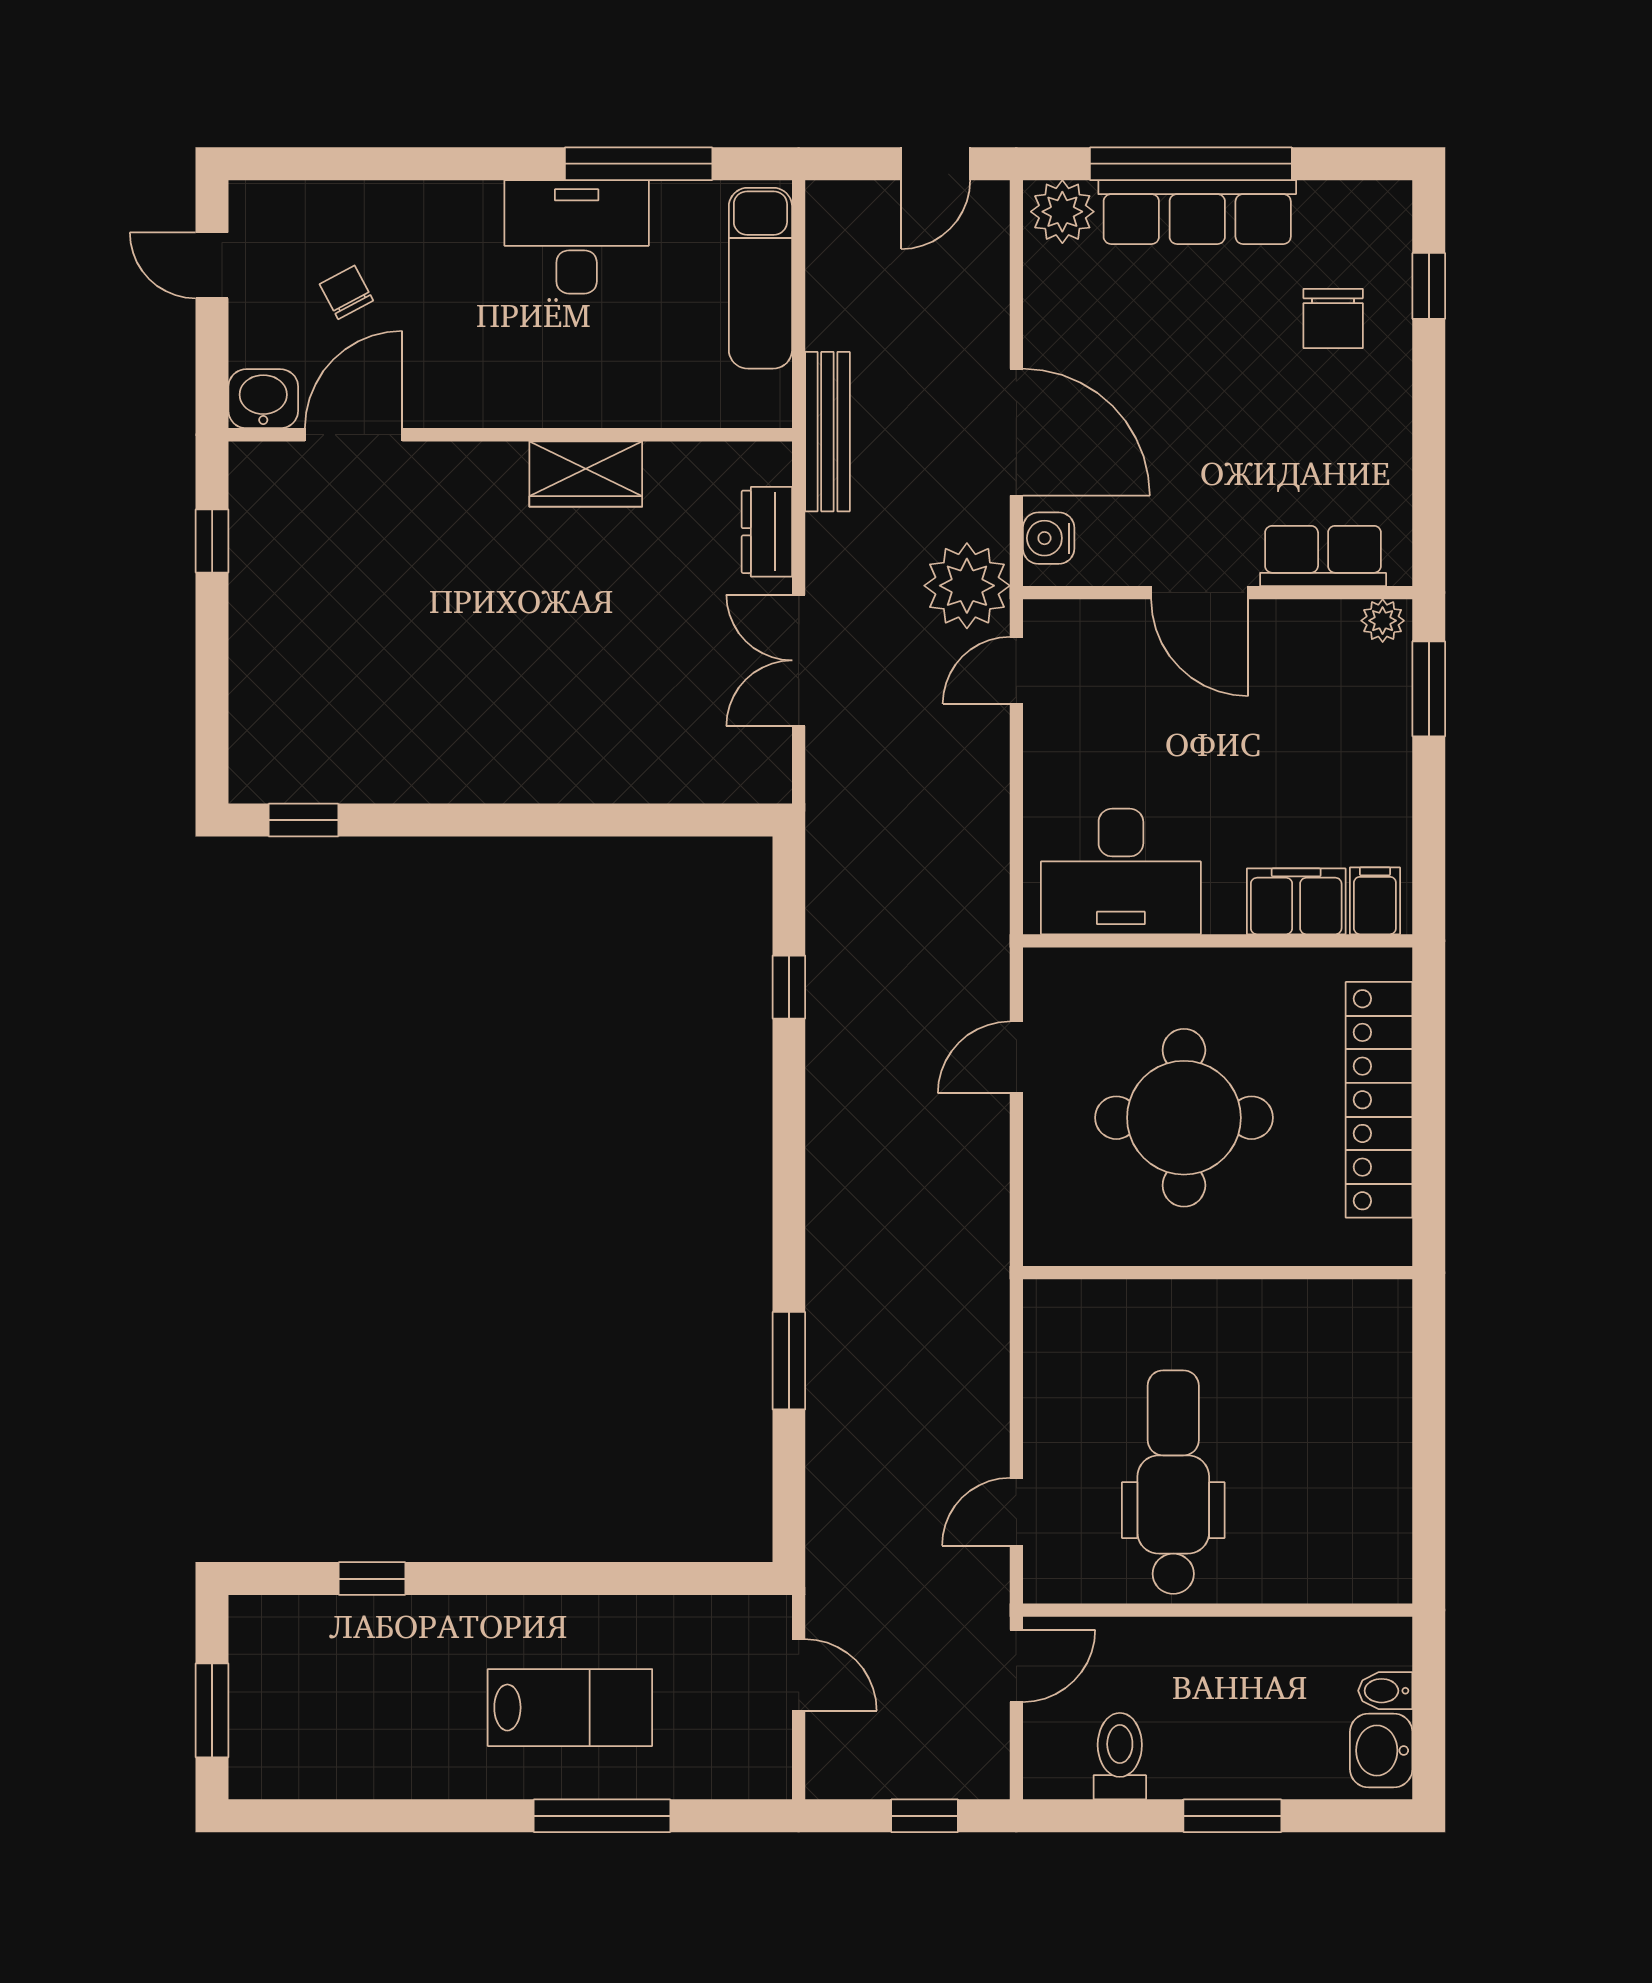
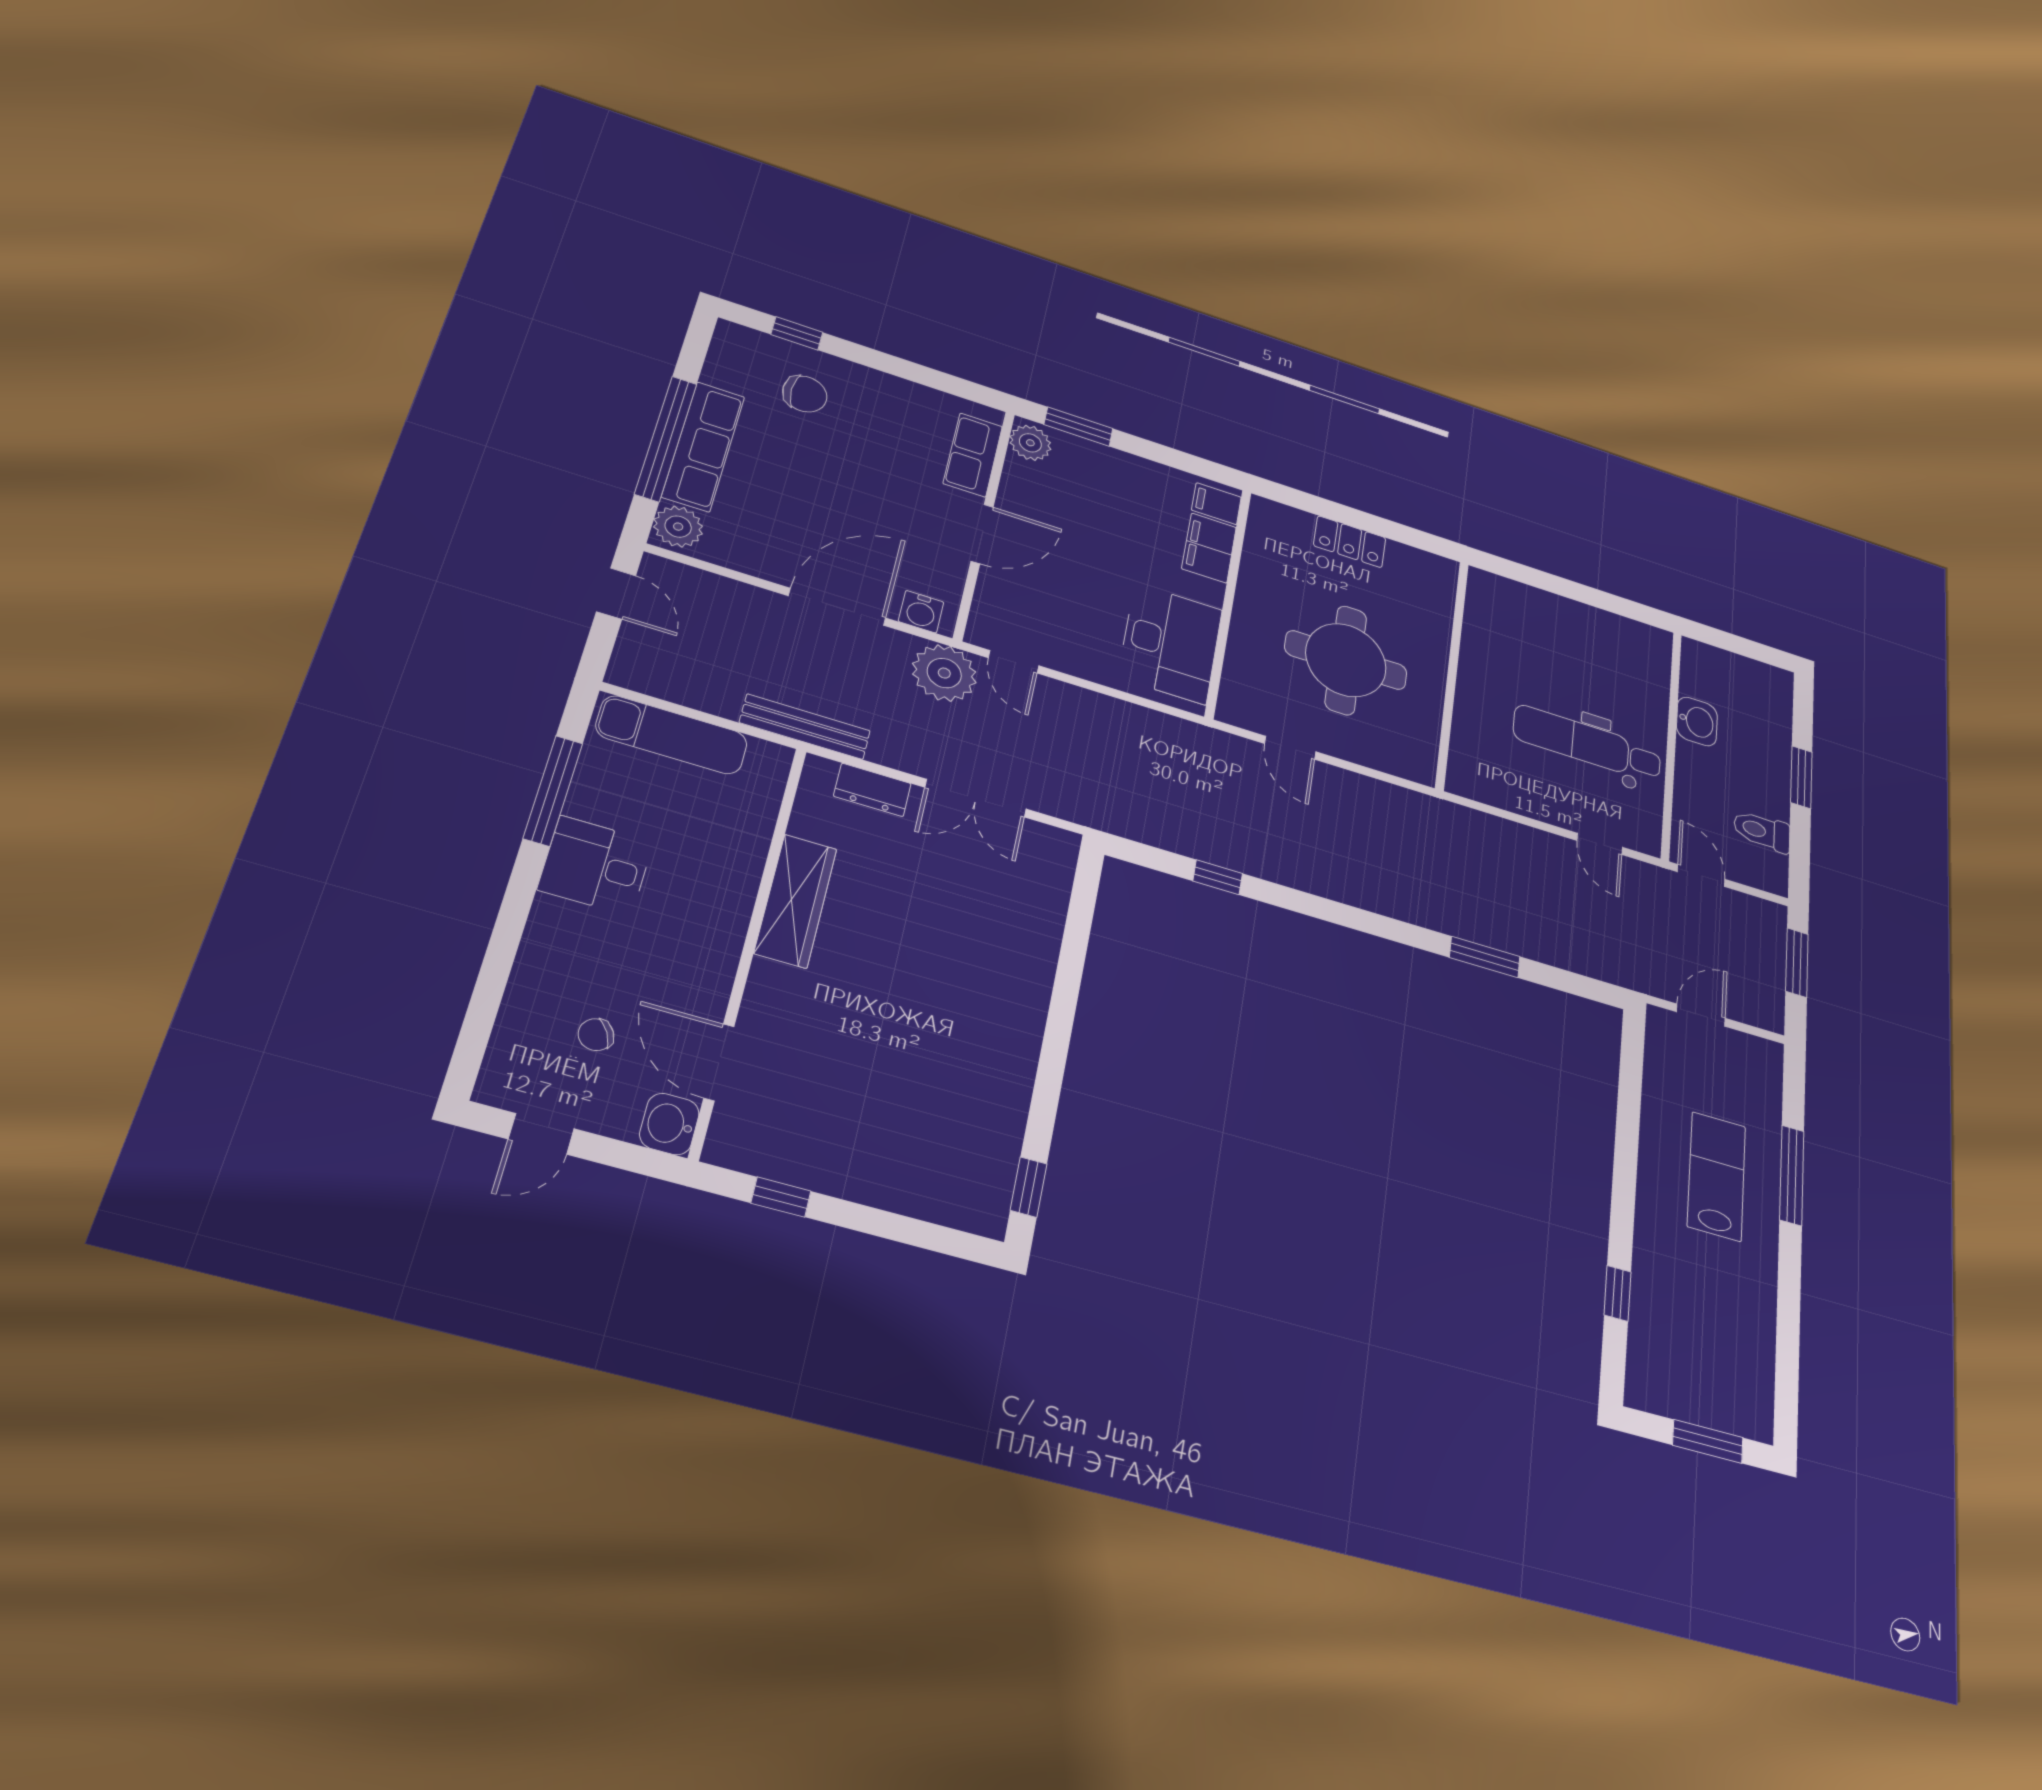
desk: (577, 237) -> (596, 866), width x0.73
wardrobe: (586, 474) -> (796, 901), width x1.50
plant: (1383, 621) -> (1030, 443), width x1.38, depth x1.38
locker: (1379, 1100) -> (1350, 542), width x0.46, depth x0.83
bidet: (1385, 1691) -> (1727, 666), removed
washbasin: (1381, 1751) -> (1697, 721), moved, turned -90
window: (925, 1816) -> (1797, 963), width x1.50

